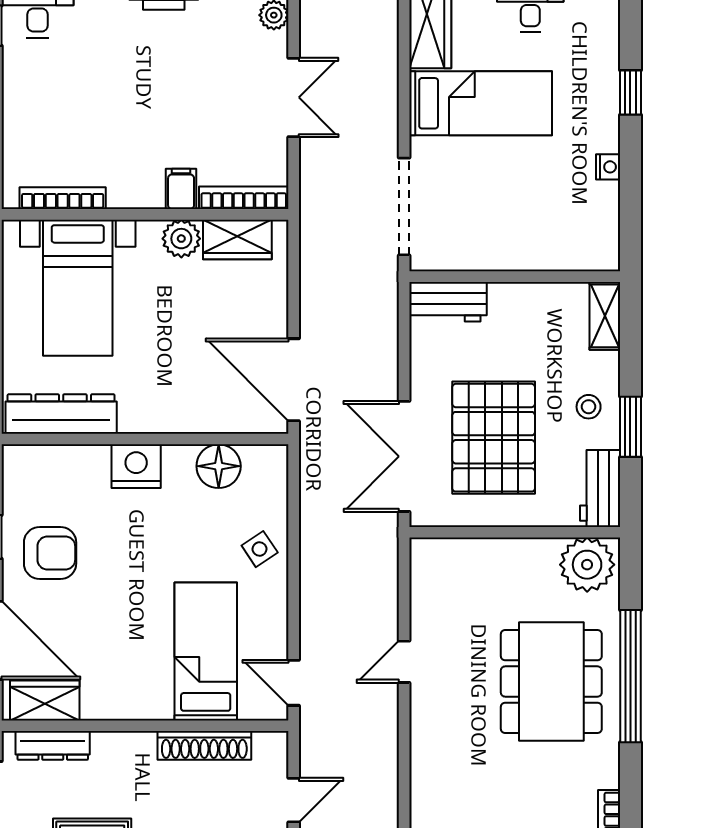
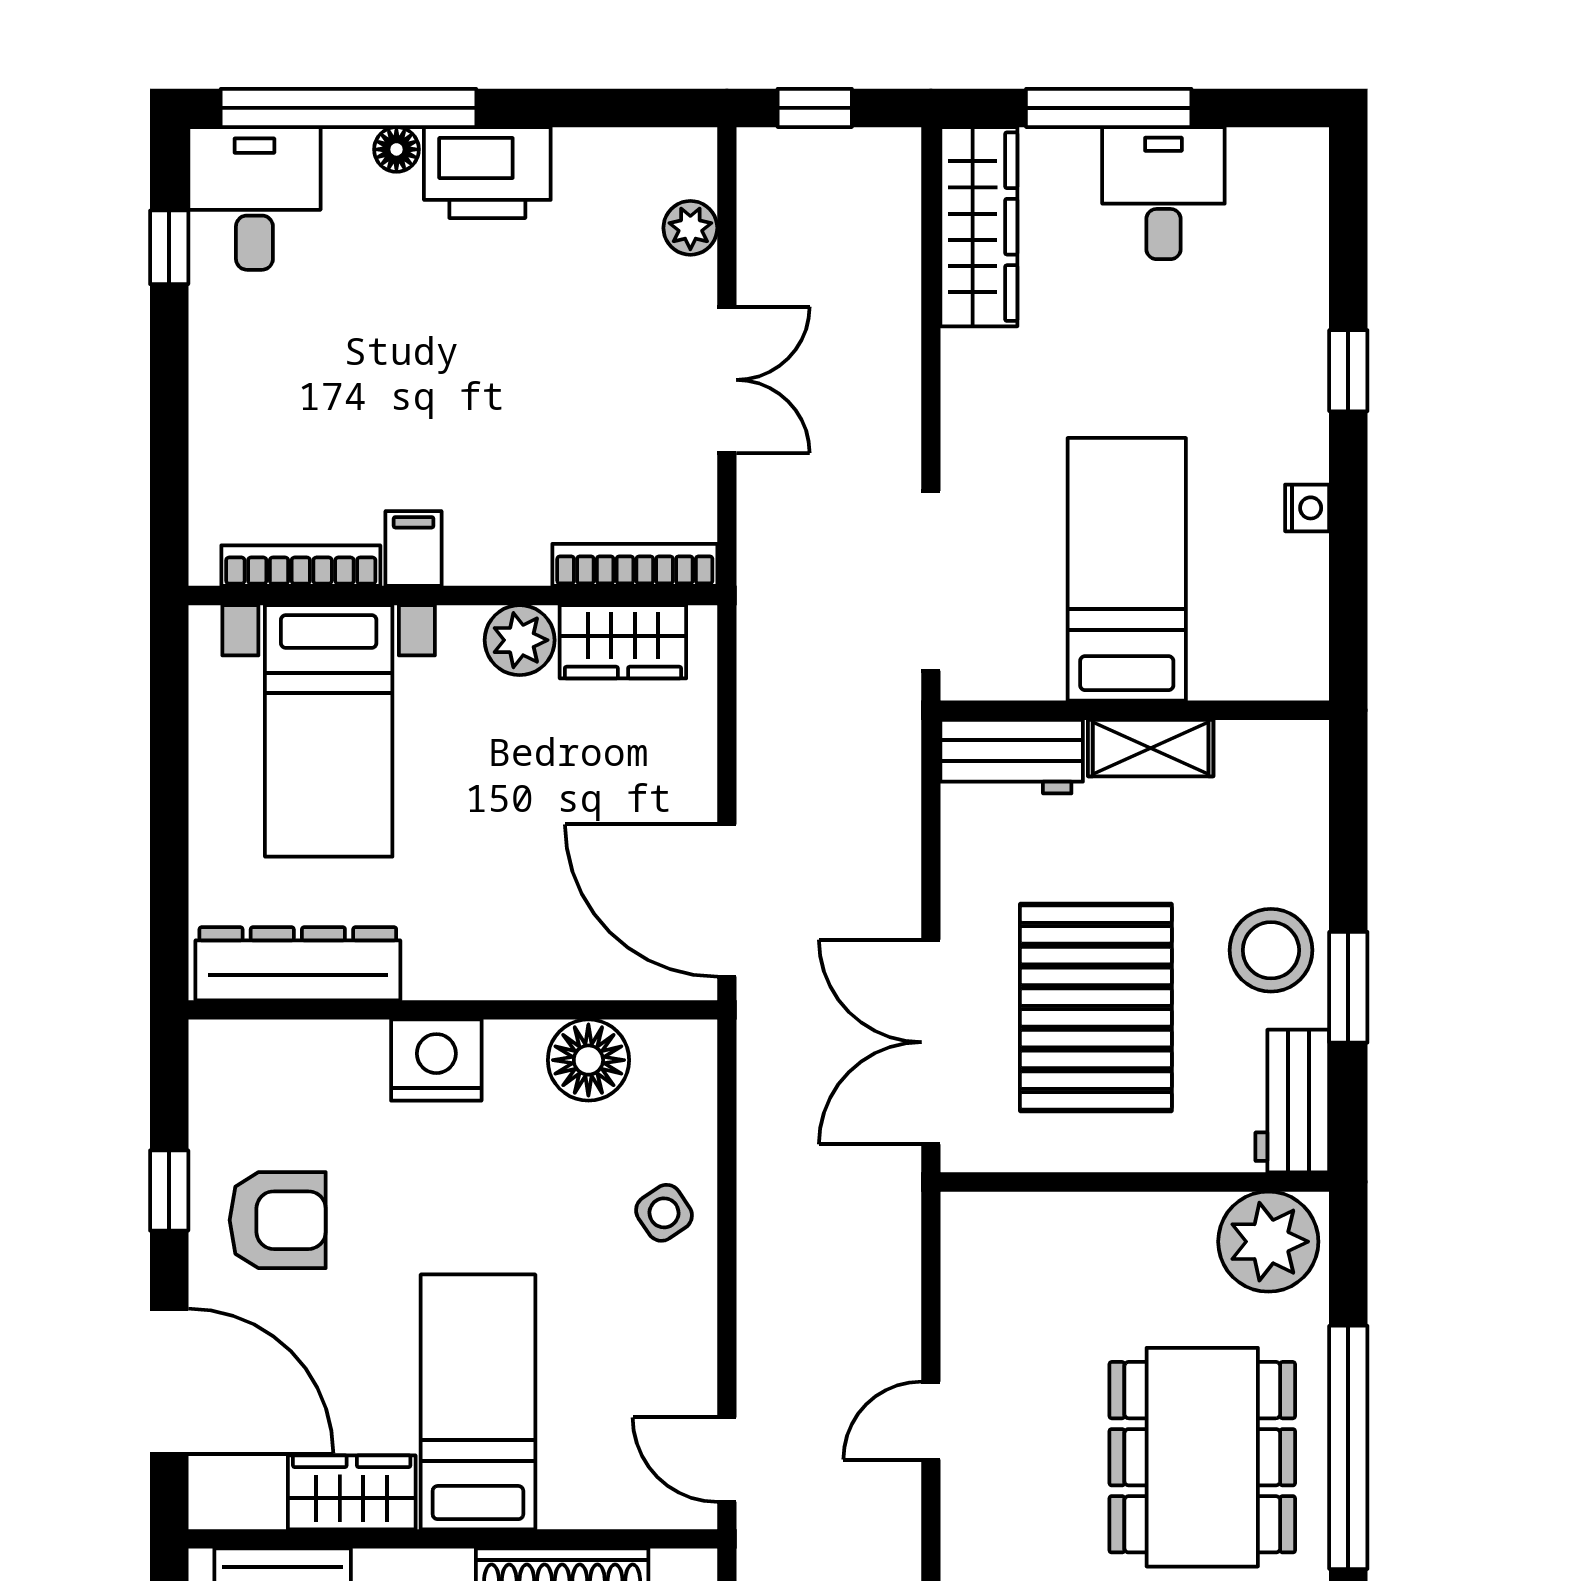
bed: (481, 103) -> (1127, 569), moved, turned -90
filing cabinet: (181, 189) -> (414, 549), moved
shelving: (605, 316) -> (1151, 748), moved, turned 90
stool: (589, 407) -> (1271, 950), width x1.89, depth x1.89
bed: (206, 652) -> (478, 1402), moved
wardrobe: (45, 701) -> (352, 1492), moved

